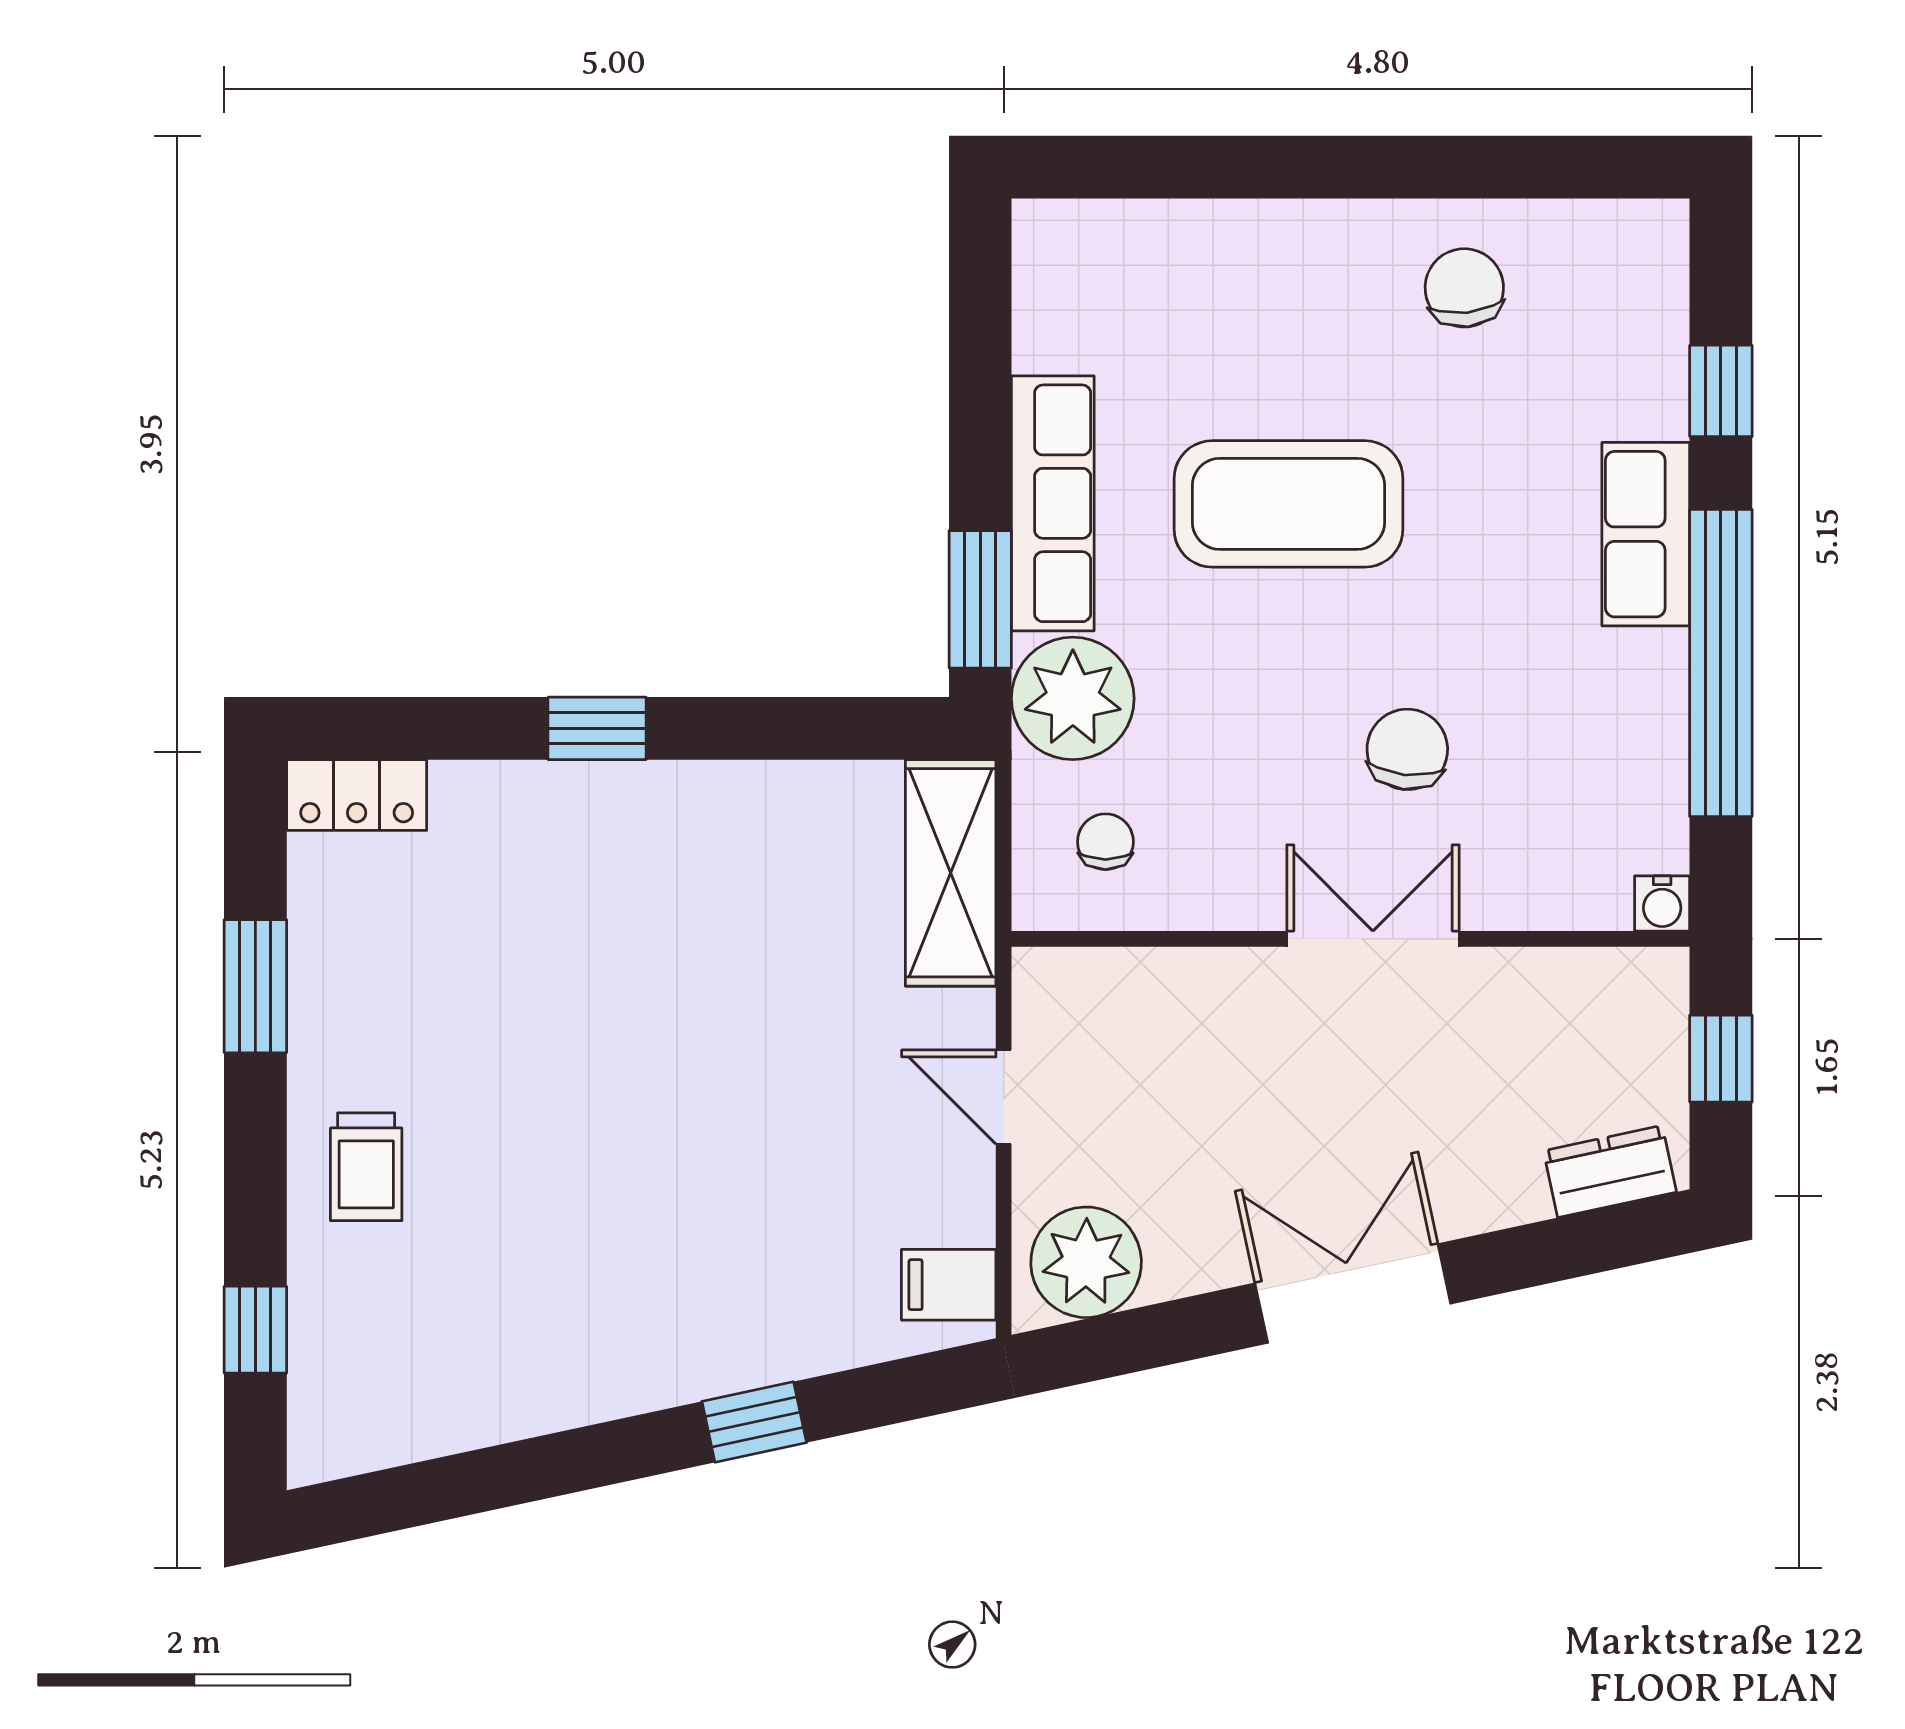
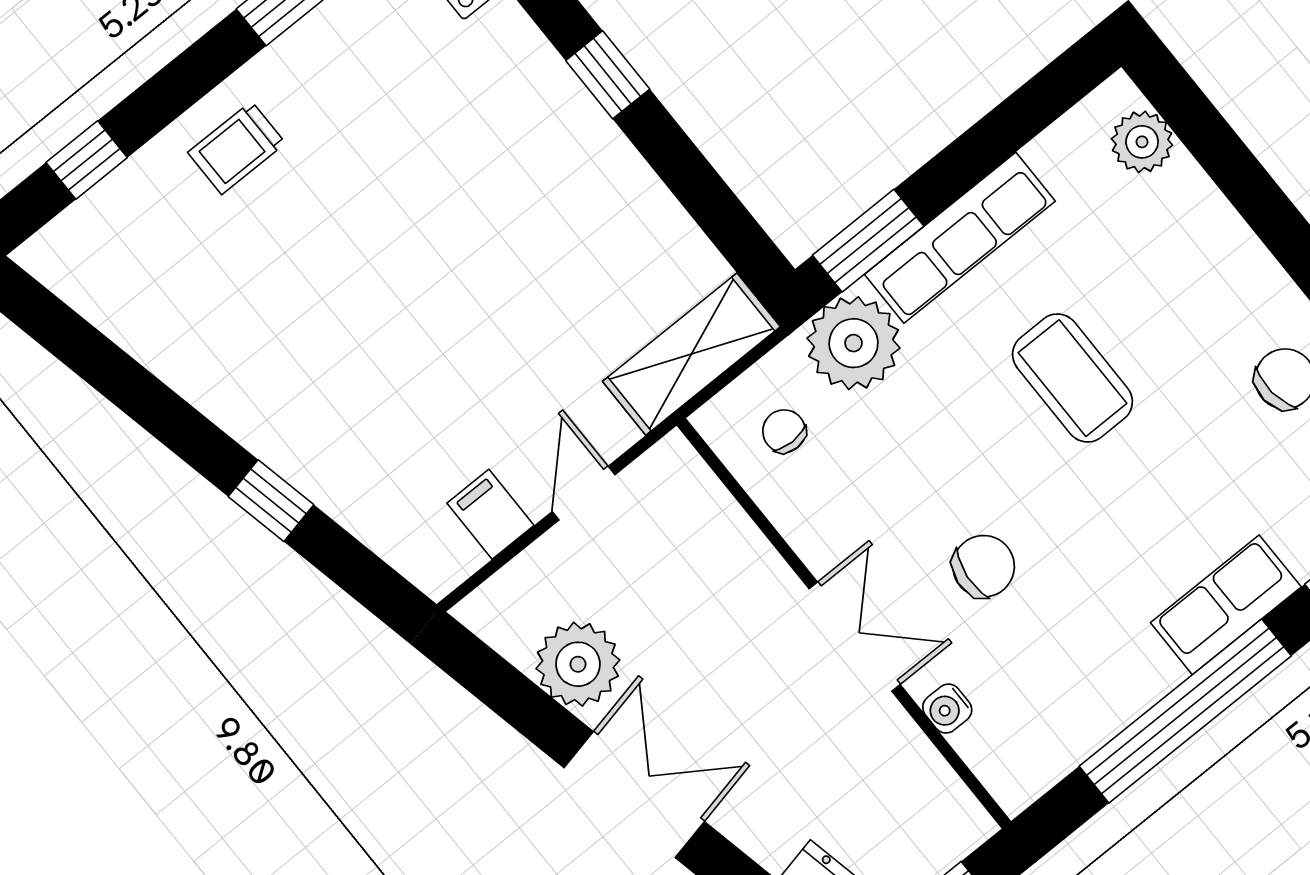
plant: (1105, 239) -> (1142, 142), added
coffee table: (1288, 504) -> (1072, 378), width x0.73, depth x0.76
chair: (1105, 842) -> (784, 431), turned -90
water cooler: (1662, 903) -> (947, 709), moved
plant: (1086, 1262) -> (578, 664), moved
filing cabinet: (949, 1285) -> (490, 514), moved

